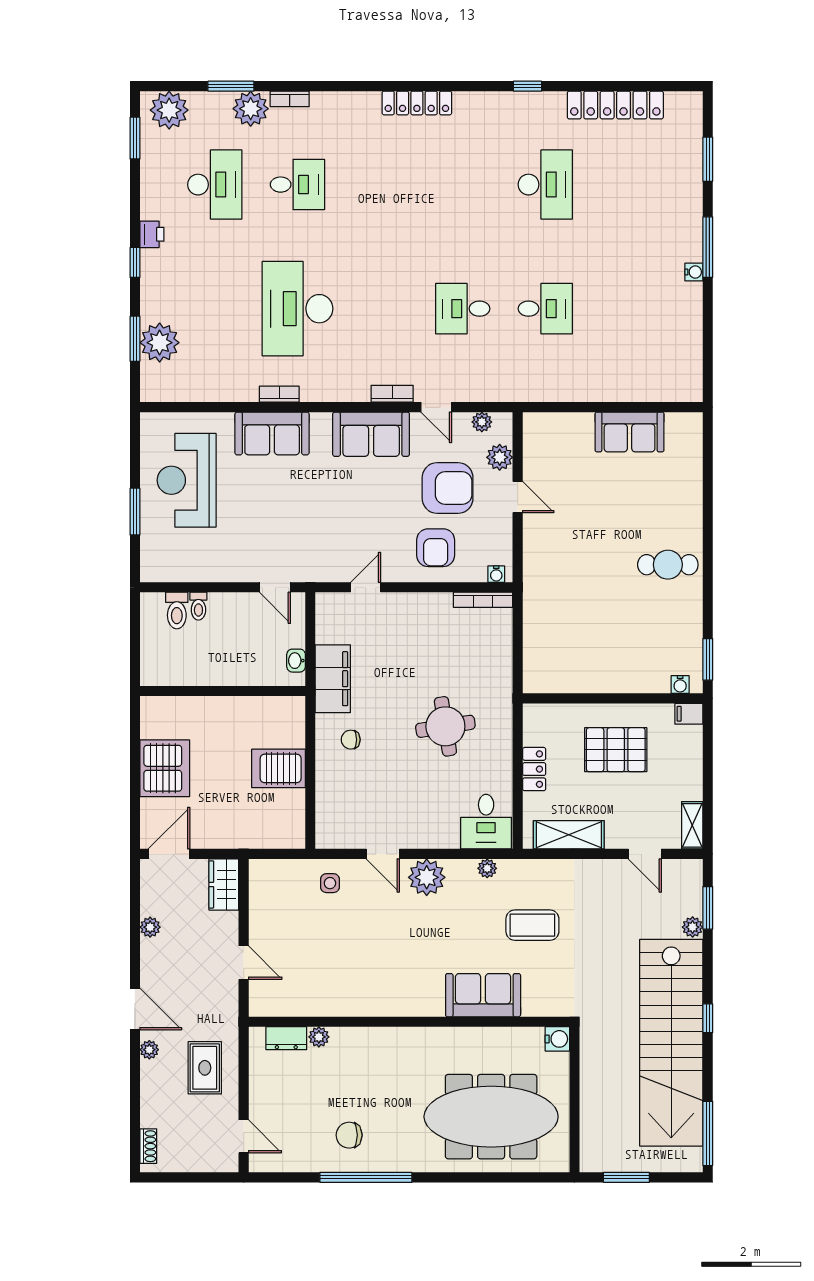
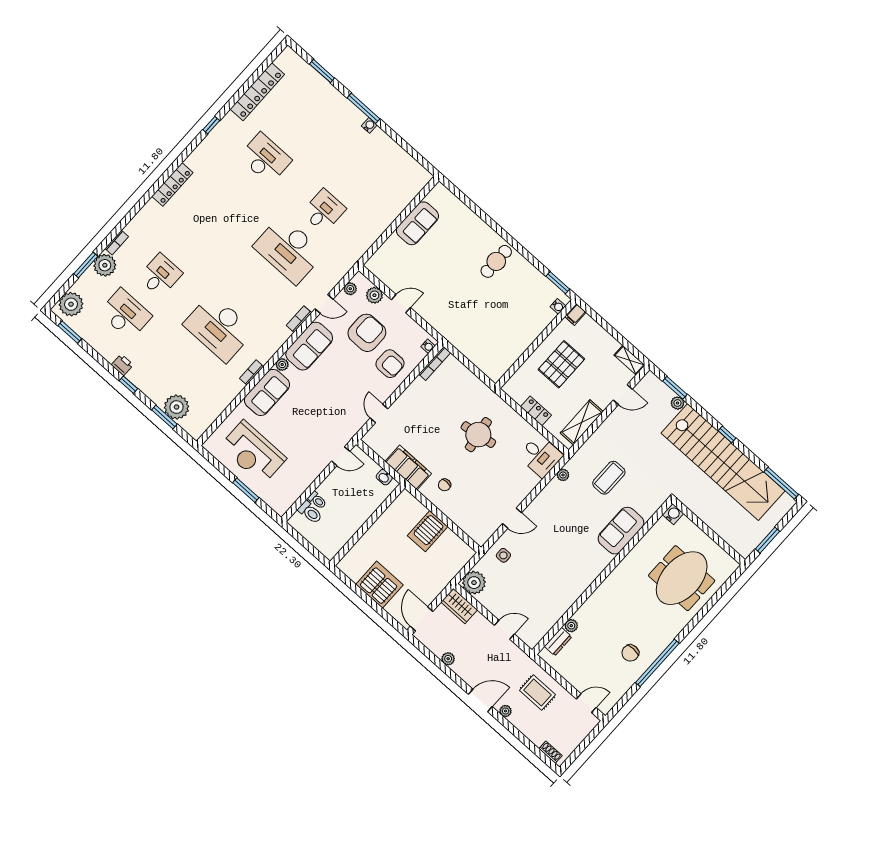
desk: (463, 309) -> (289, 250), width x1.87, depth x1.30
plant: (321, 422) -> (282, 365), added
plant: (427, 877) -> (474, 583), moved
meeting table: (491, 1117) -> (682, 578), width x0.73

